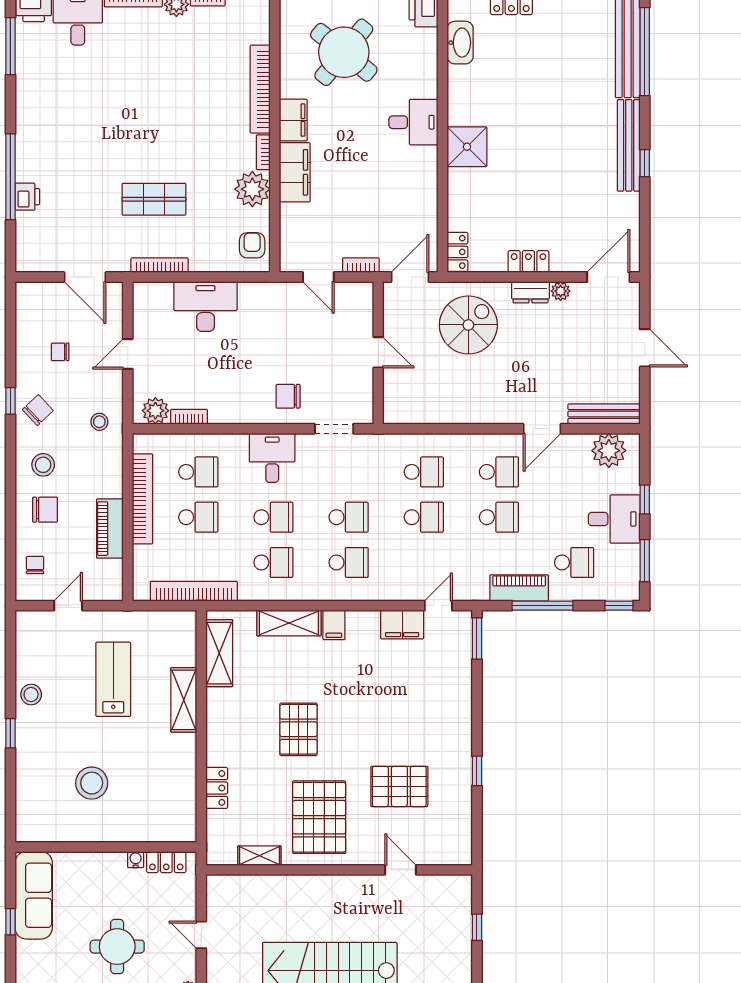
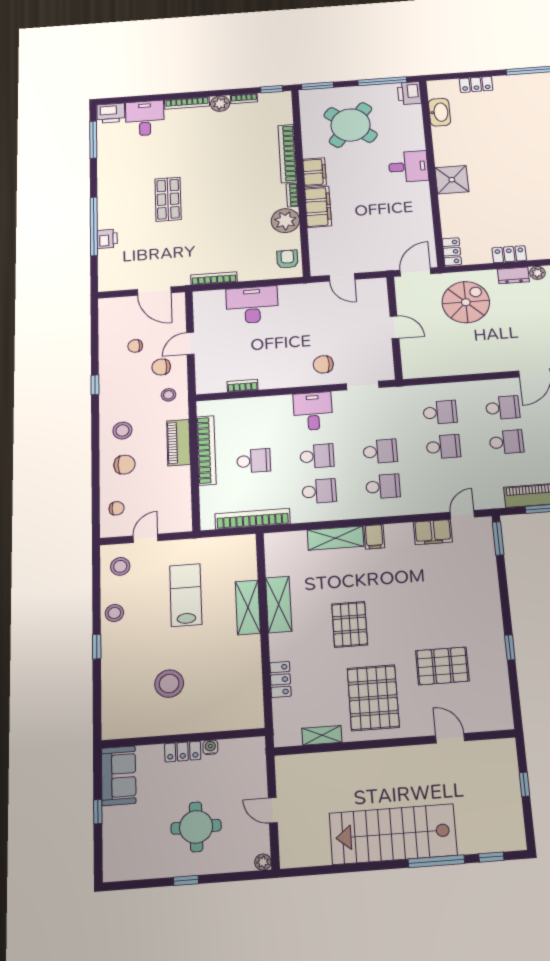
shop shelf: (154, 199) -> (168, 199), moved, turned 90
bookcase: (361, 265) -> (375, 267), removed
chair: (38, 410) -> (161, 367), moved, turned -137
plant: (155, 411) -> (215, 383), removed
school desk: (198, 472) -> (252, 426), removed
piano: (110, 529) -> (179, 443), moved
chair: (35, 565) -> (117, 508), turned 90
stool: (38, 638) -> (120, 566), added
shelving: (219, 653) -> (279, 604), moved
locker: (166, 862) -> (183, 752), moved
sofa: (34, 895) -> (119, 776), width x0.73

